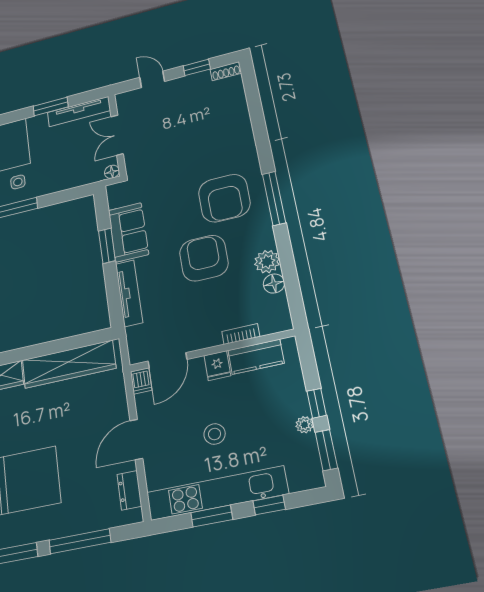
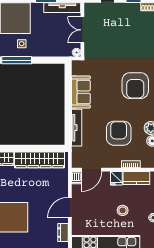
window: (107, 246) -> (68, 97), removed
armchair: (204, 258) -> (119, 133), moved
stool: (215, 434) -> (123, 210), moved

